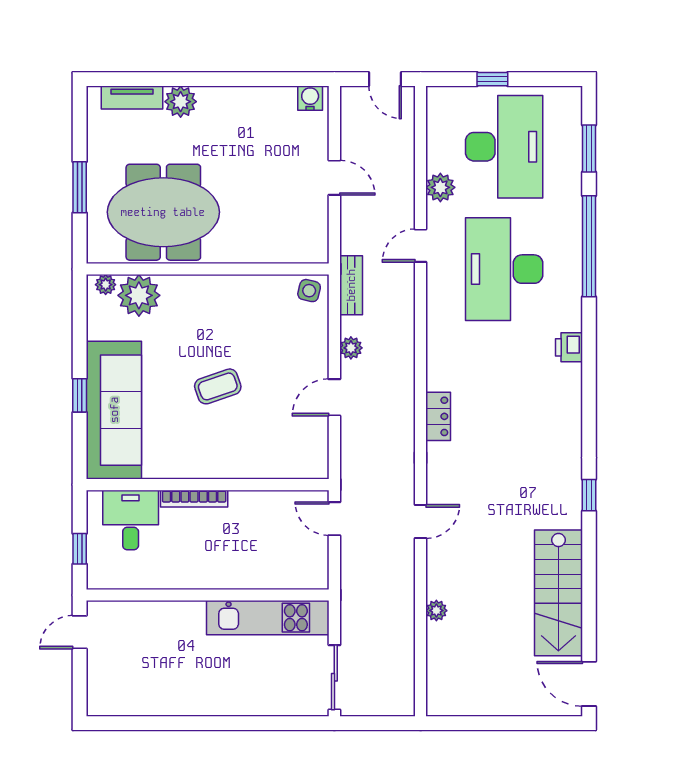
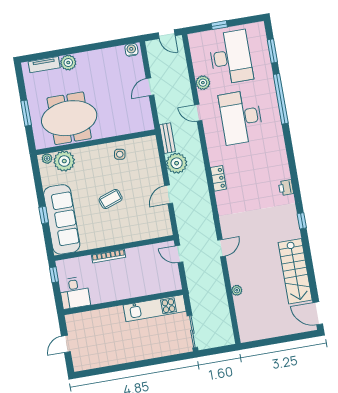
door: (334, 178) -> (150, 87), swing flipped
door: (421, 246) -> (198, 113), hinge flipped
side table: (309, 291) -> (120, 154), moved
printer: (569, 347) -> (286, 188), moved
plant: (351, 348) -> (177, 163), width x1.88, depth x1.88
locker: (438, 416) -> (218, 178), moved
desk: (131, 520) -> (75, 293), moved, turned 180
window: (80, 549) -> (54, 275), moved
door: (80, 632) -> (66, 344), moved

